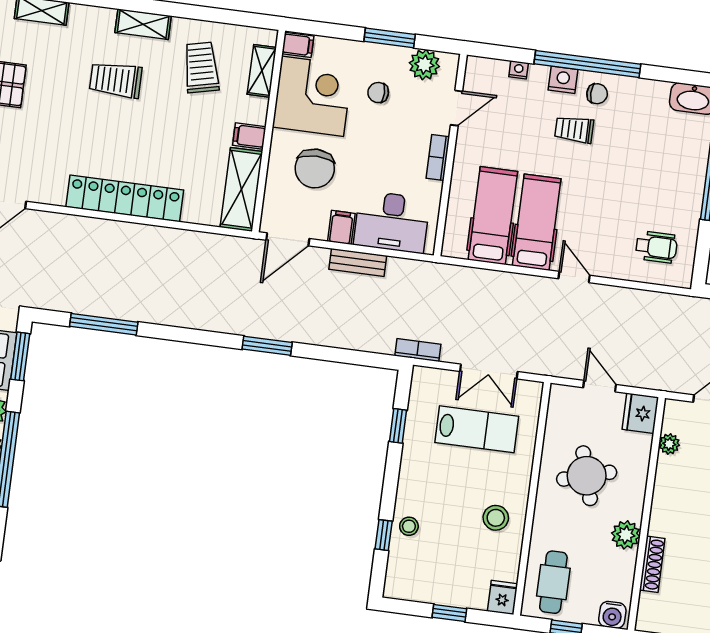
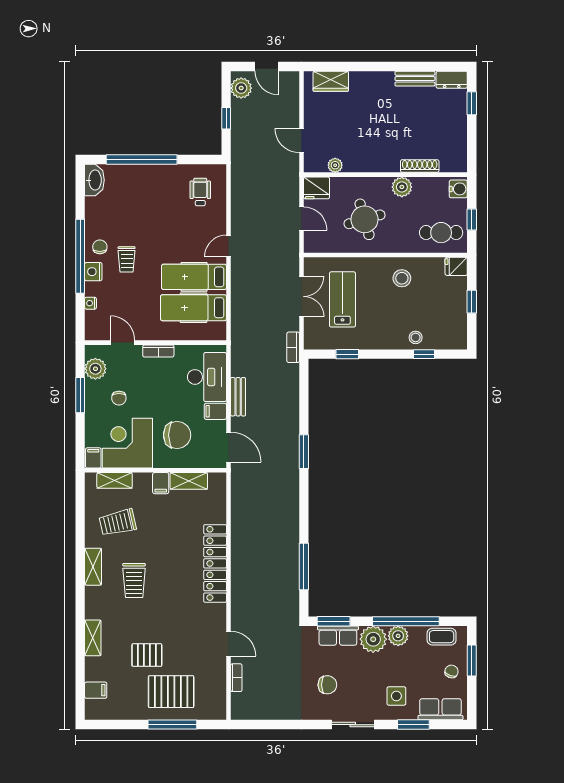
shelving: (241, 189) -> (189, 481), width x0.67, depth x0.75
door: (600, 386) -> (302, 218), swing flipped

